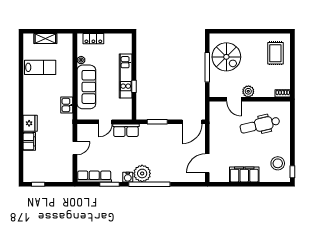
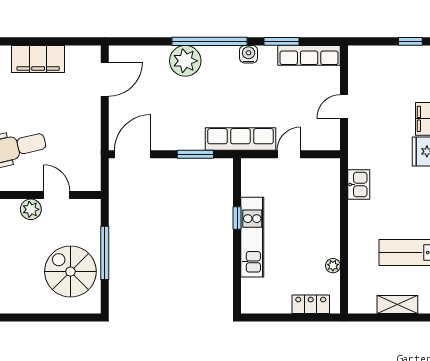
sofa: (86, 87) -> (323, 217), removed
row of seats: (126, 130) -> (240, 139), width x1.48
plant: (142, 173) -> (185, 61), moved

